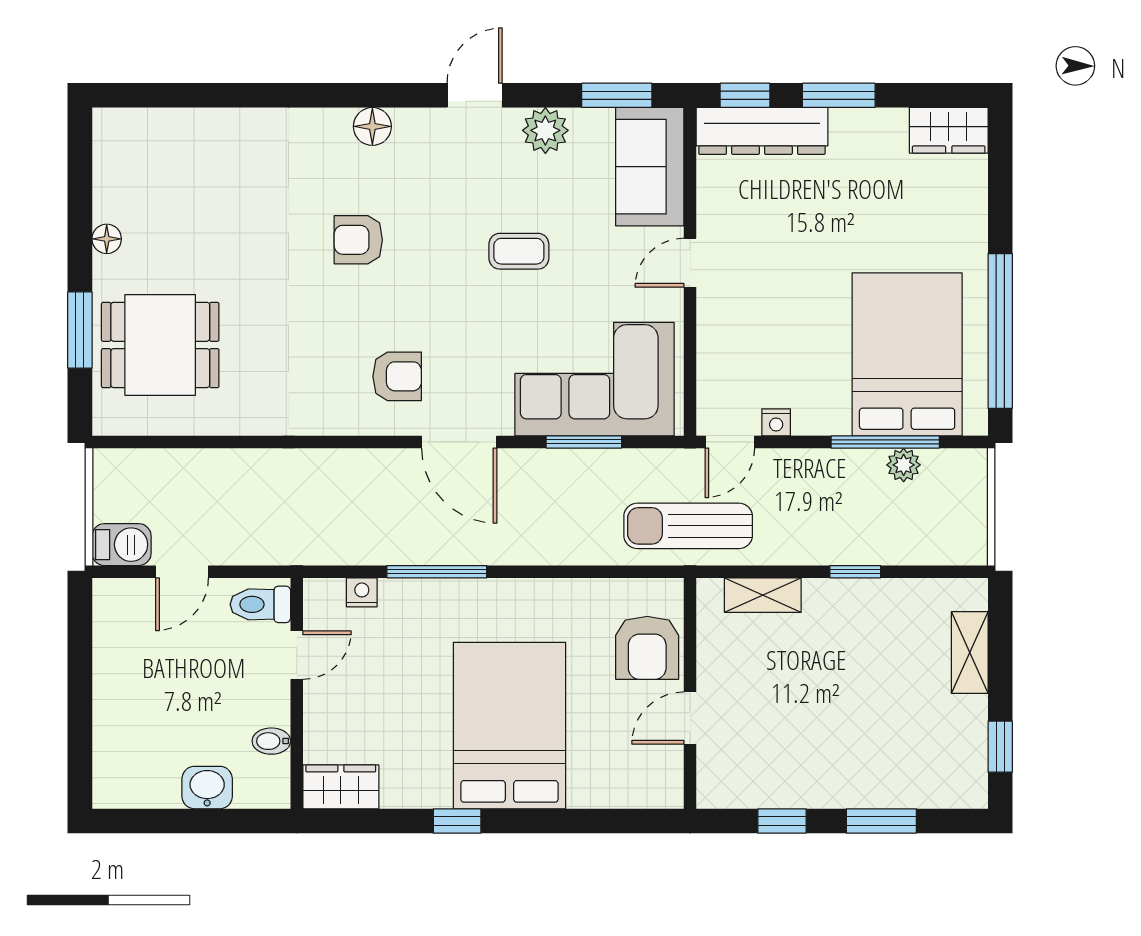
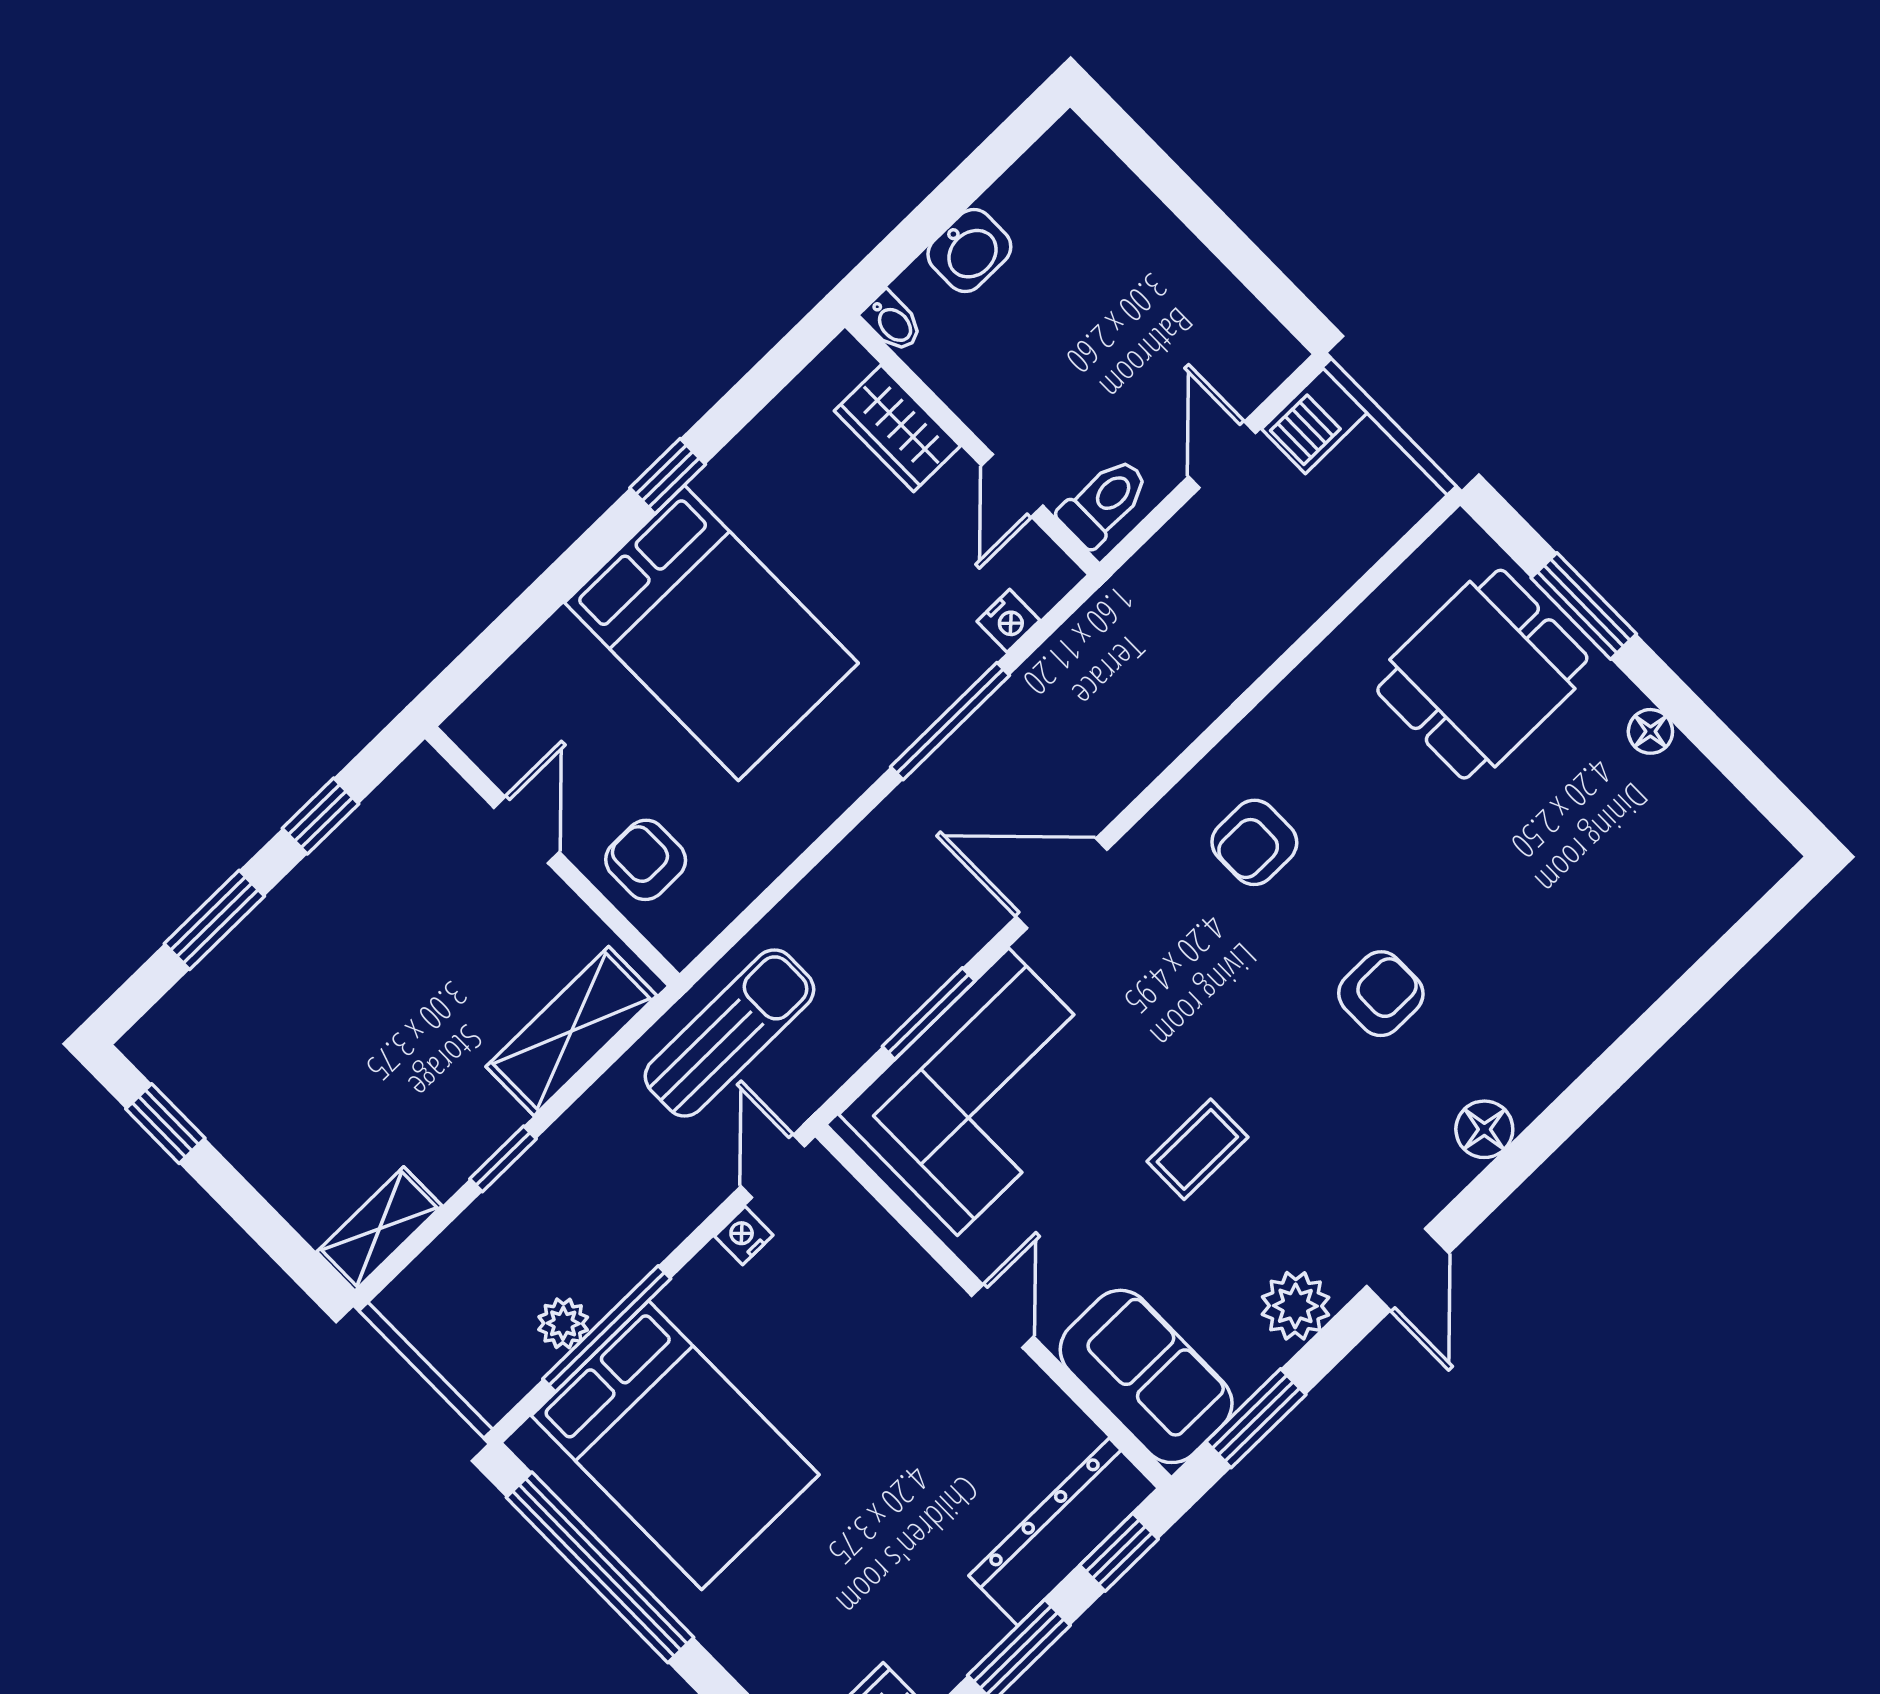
armchair: (397, 376) -> (1254, 842), moved
shelving: (763, 595) -> (571, 1031), width x1.50, depth x1.33
armchair: (647, 648) -> (646, 860), width x0.72, depth x0.72
shelving: (970, 653) -> (379, 1229), moved, turned 90
bidet: (271, 741) -> (892, 322), moved, turned 90
wardrobe: (341, 787) -> (897, 428), moved, turned 90

